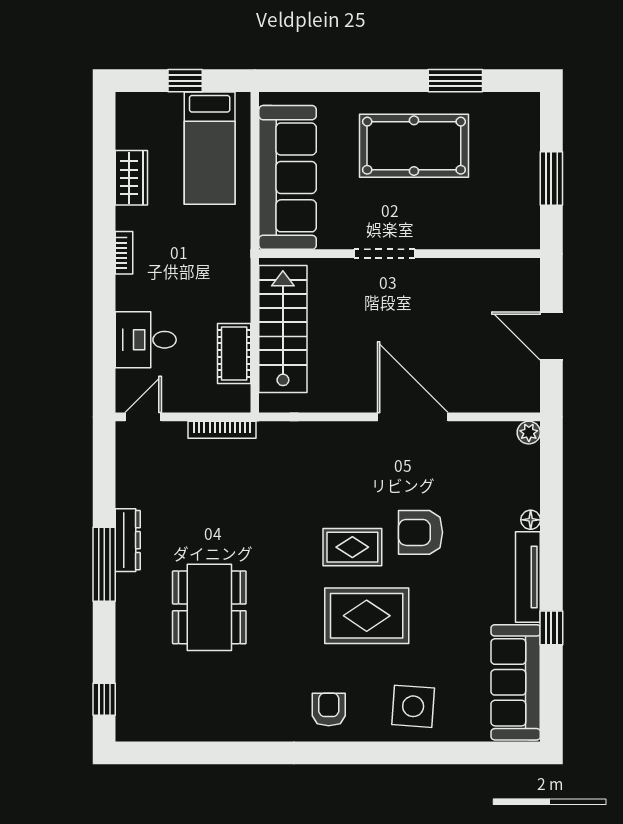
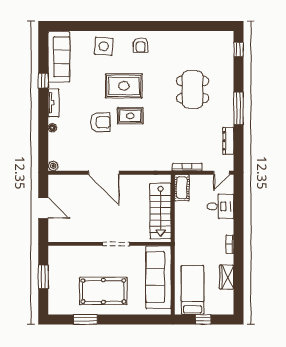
cot: (234, 353) -> (182, 188), moved
dresser: (128, 540) -> (228, 141), moved
tv unit: (528, 577) -> (54, 103), width x0.71

